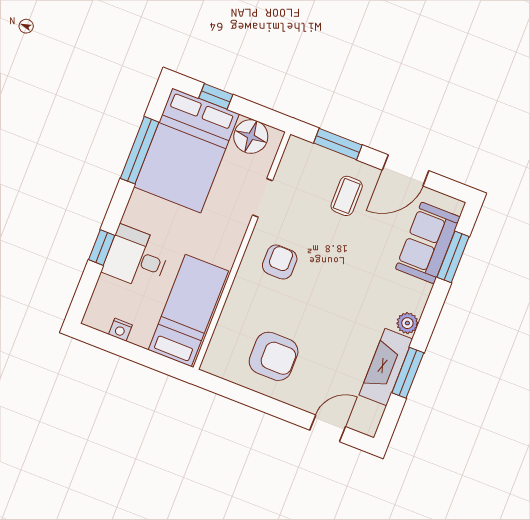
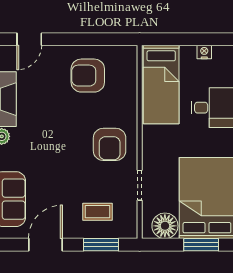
window: (216, 96) -> (201, 245), width x1.50
coffee table: (347, 196) -> (98, 212), moved, turned 90
armchair: (280, 262) -> (110, 144), width x1.38, depth x1.38

